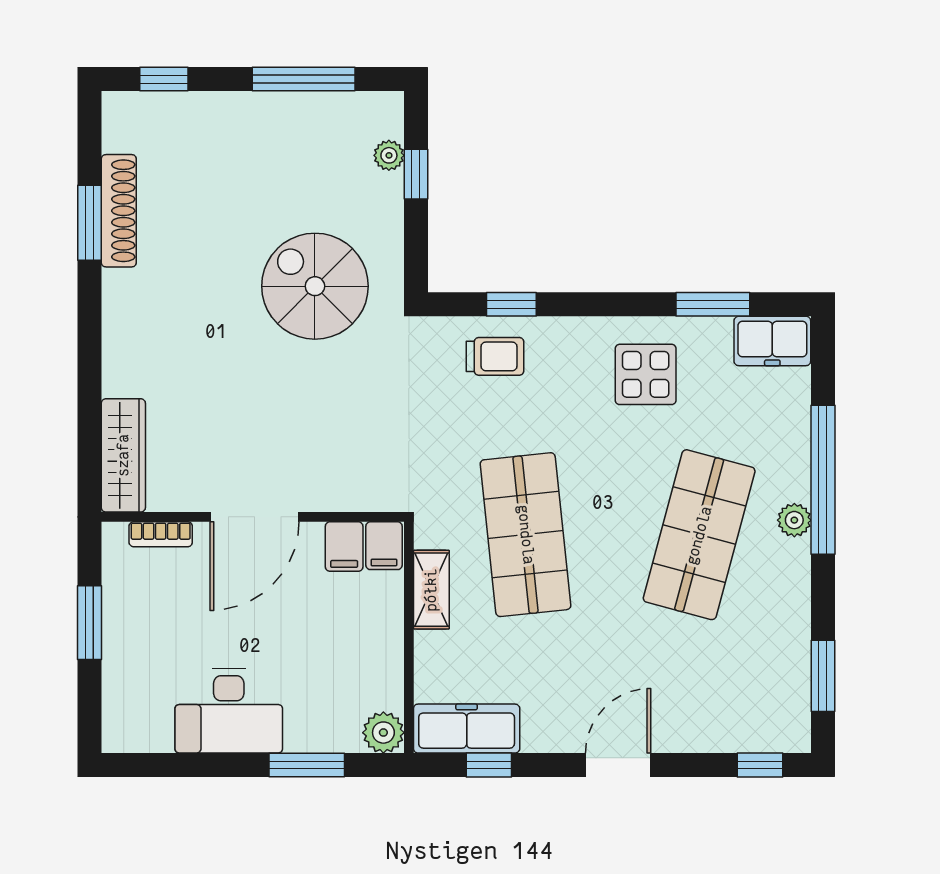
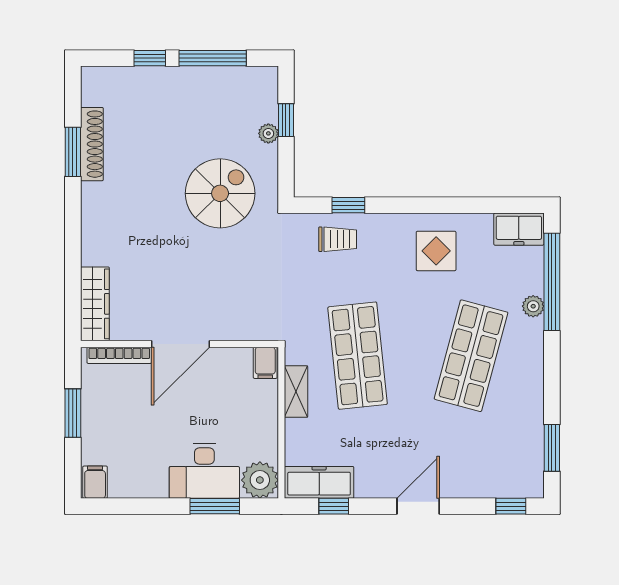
window: (164, 79) -> (150, 58), moved
plant: (389, 155) -> (268, 133), moved
spiral stairs: (315, 286) -> (220, 193), turned 90
window: (713, 304) -> (480, 205), removed
window: (823, 480) -> (552, 282), moved
plant: (794, 520) -> (533, 306), moved
bookcase: (161, 534) -> (119, 355), width x1.56
filing cabinet: (344, 547) -> (95, 482), moved, turned 180
desk: (229, 711) -> (204, 471), moved
plant: (383, 733) -> (260, 480), width x1.36, depth x1.36

